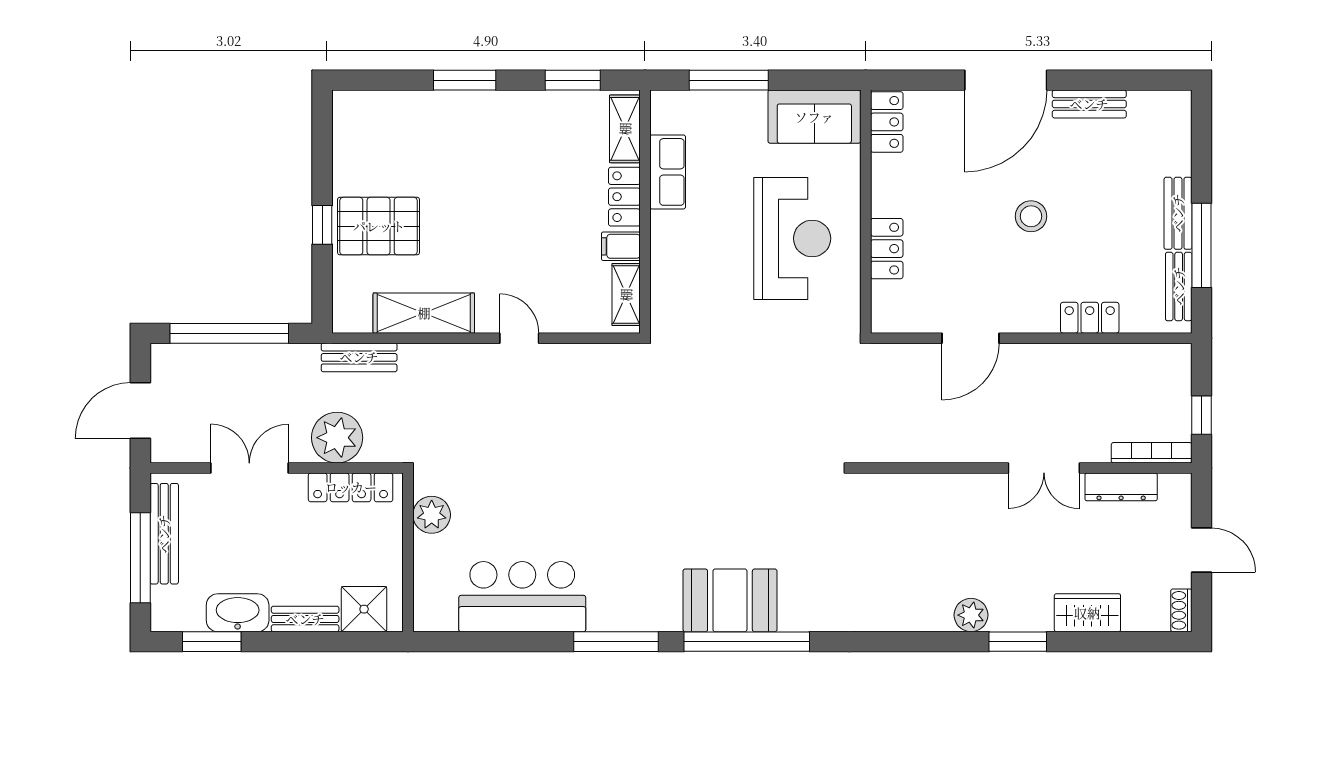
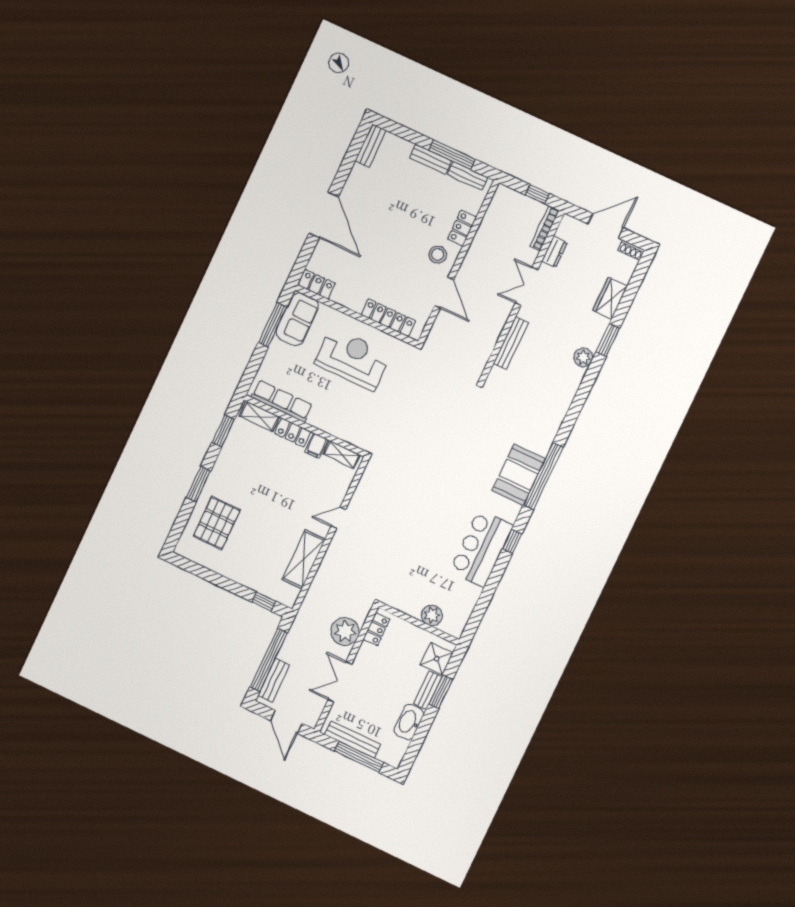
window: (729, 80) -> (273, 325), moved
bench: (1089, 104) -> (371, 146), moved
row of seats: (668, 172) -> (282, 401), width x1.48
stool: (1031, 216) -> (438, 255), moved
window: (322, 225) -> (264, 602), moved
pallet: (379, 226) -> (217, 523), moved
locker: (887, 249) -> (388, 318), width x1.53
bench: (359, 357) -> (274, 680), moved
double door: (1044, 468) -> (527, 286), swing flipped
bench: (939, 486) -> (511, 343), added
locker: (351, 487) -> (377, 629), width x0.66
dresser: (1121, 487) -> (555, 252), width x0.70
plant: (432, 515) -> (432, 615), moved
door: (1202, 550) -> (606, 226), width x1.38
bar counter: (522, 597) -> (481, 548), moved
window: (212, 642) -> (441, 692), moved
window: (616, 642) -> (512, 541), width x0.46

